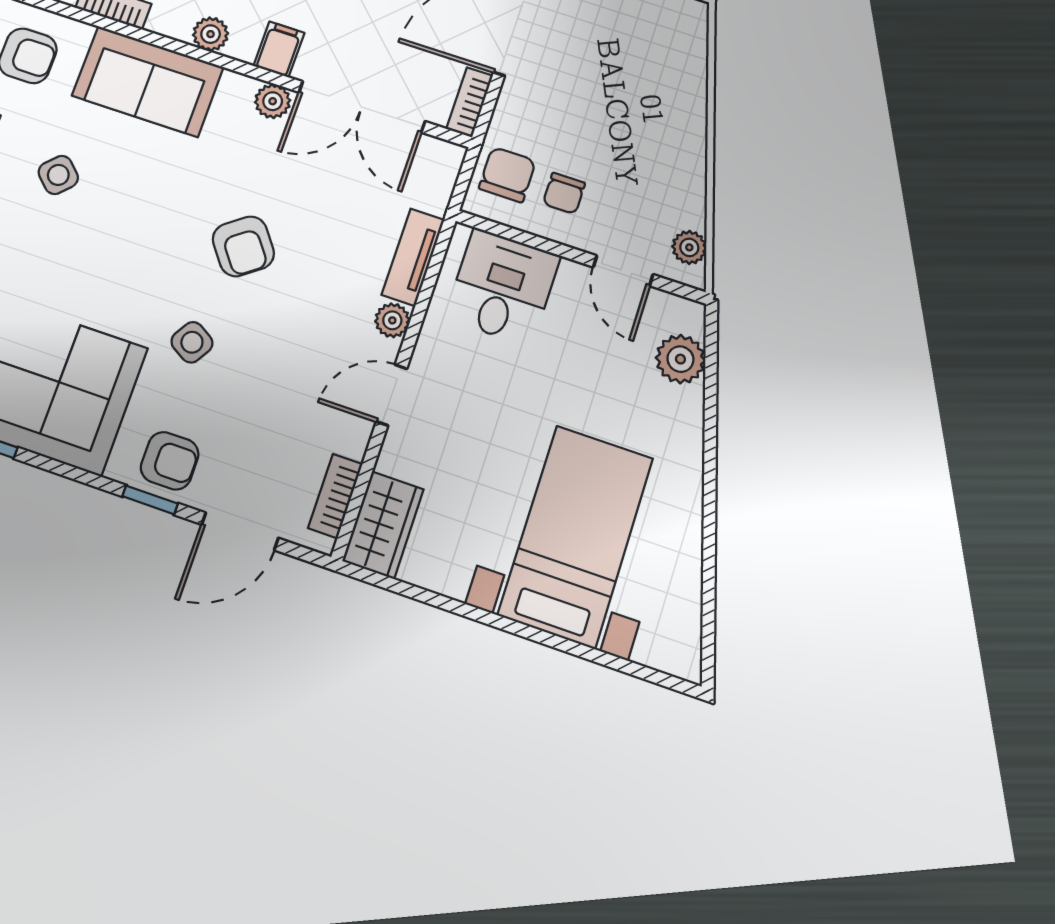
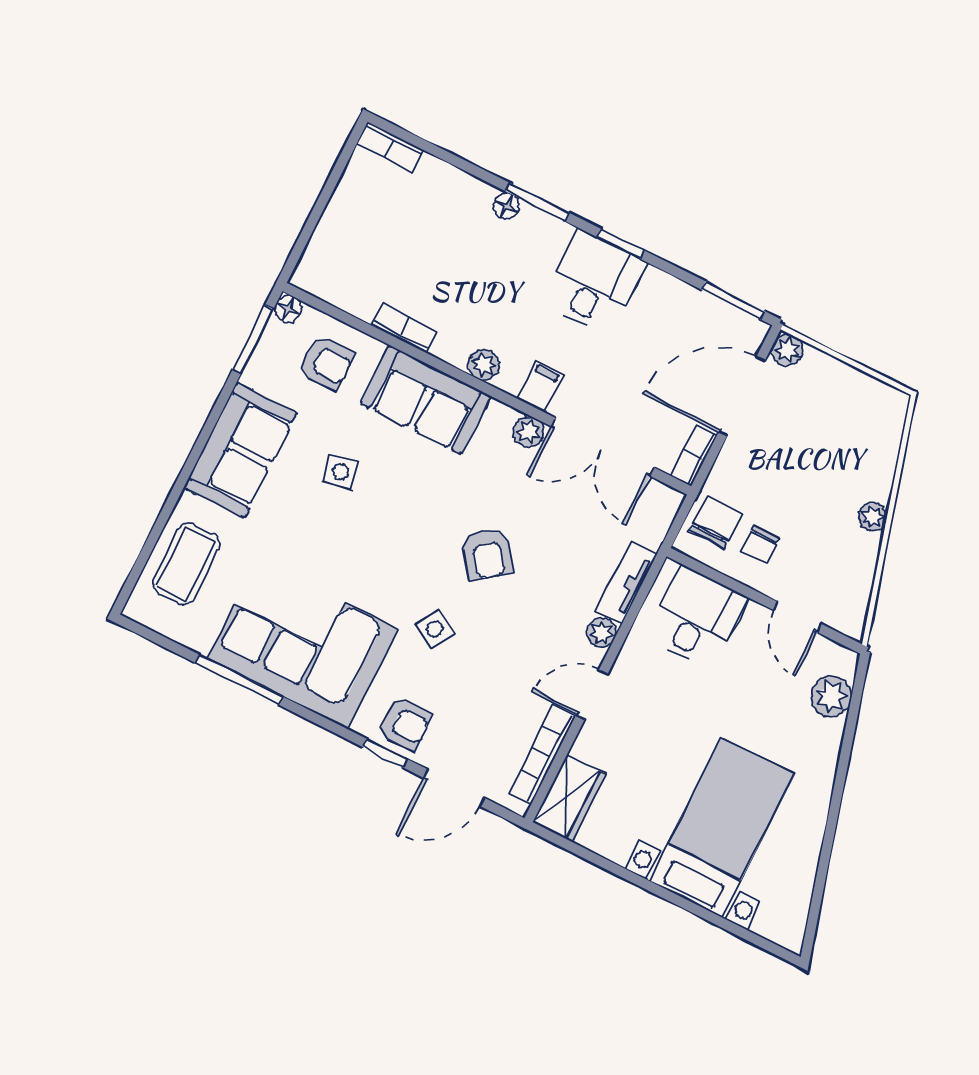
side table: (58, 175) -> (341, 472), turned 35
plant: (689, 247) -> (873, 517), moved
bookcase: (335, 496) -> (543, 754), width x1.56

